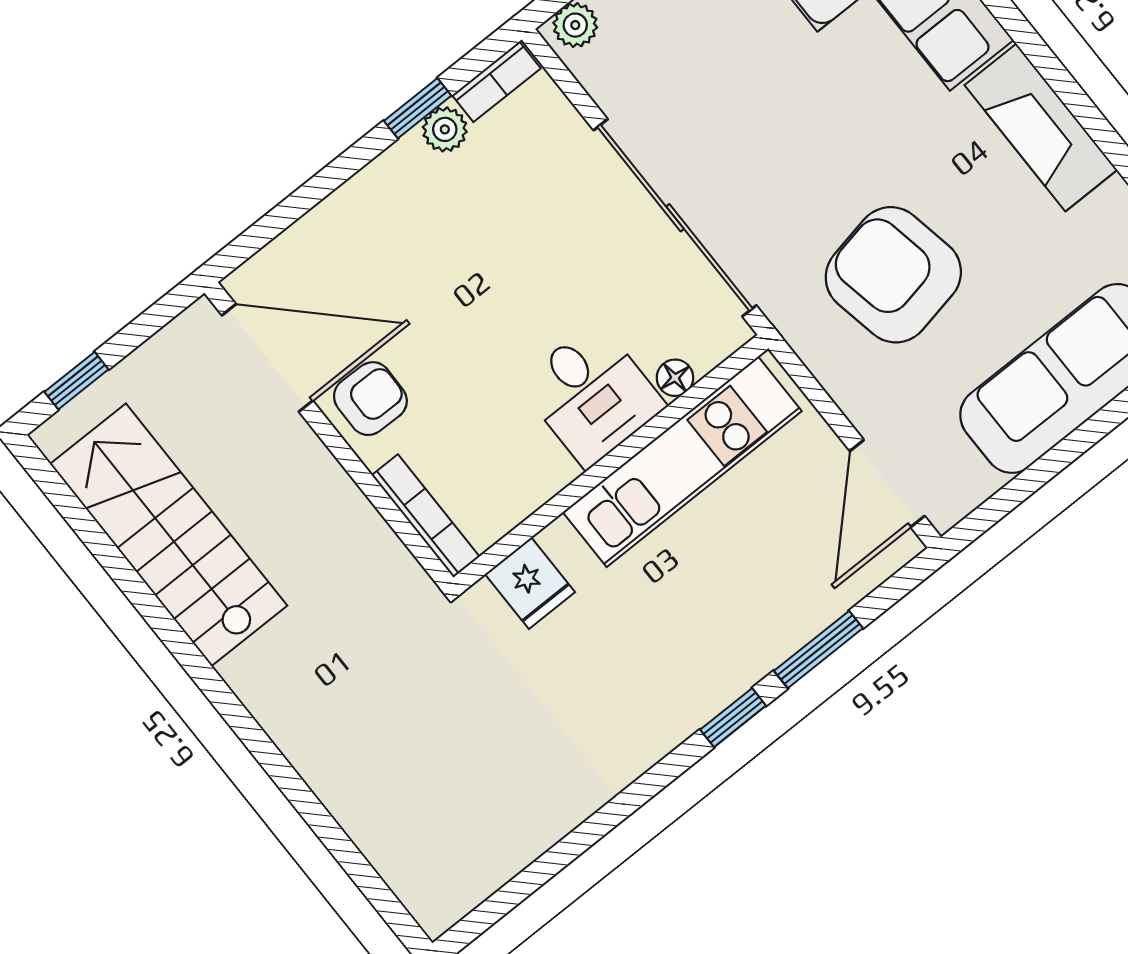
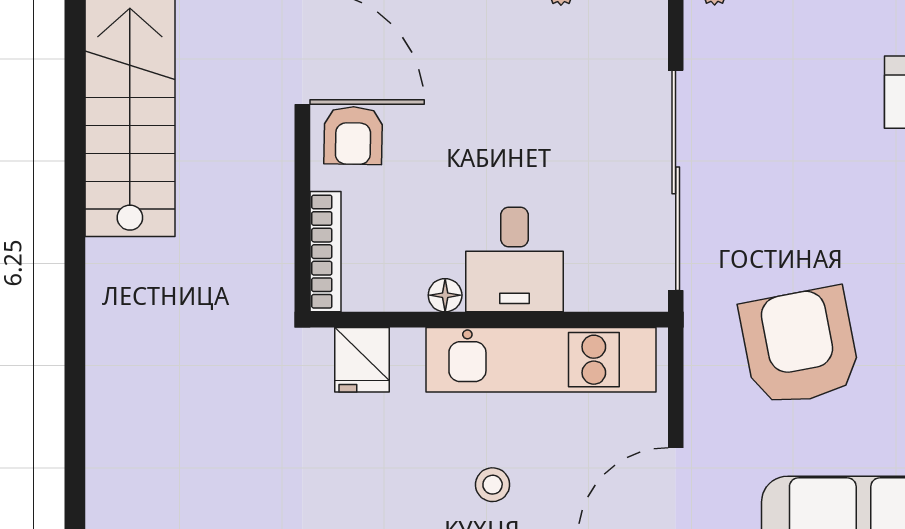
floor lamp: (675, 378) -> (445, 295), moved
armchair: (370, 399) -> (353, 136), turned 90
stool: (726, 601) -> (493, 485), added

